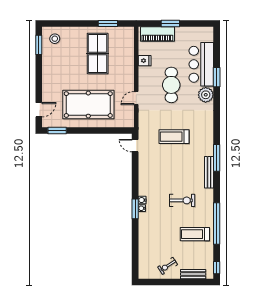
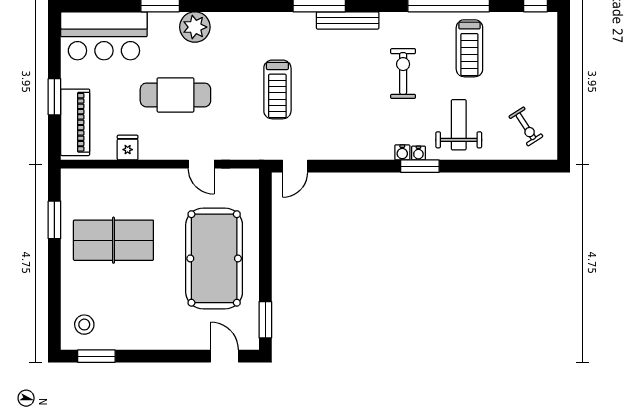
bar counter: (201, 64) -> (104, 36), moved
weight bench: (156, 229) -> (459, 125), added
exercise bike: (168, 266) -> (526, 126), moved
bench: (193, 274) -> (548, 52), removed

